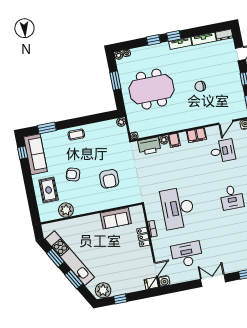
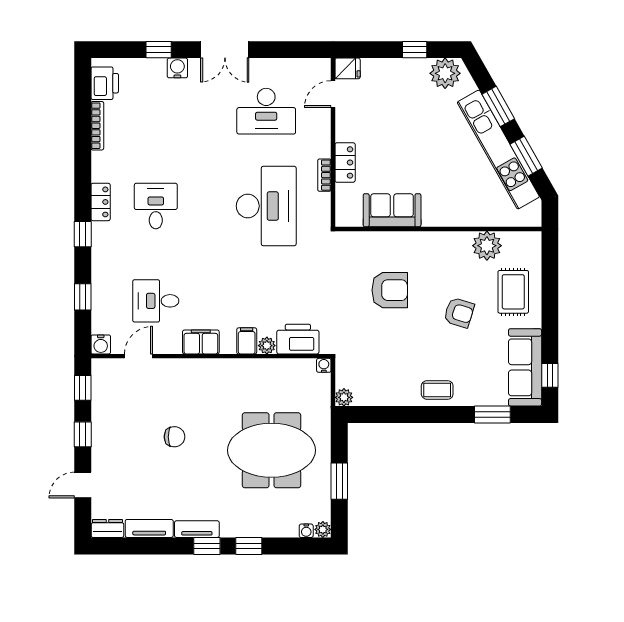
armchair: (109, 179) -> (390, 290), turned 90
water cooler: (164, 281) -> (177, 68), moved

